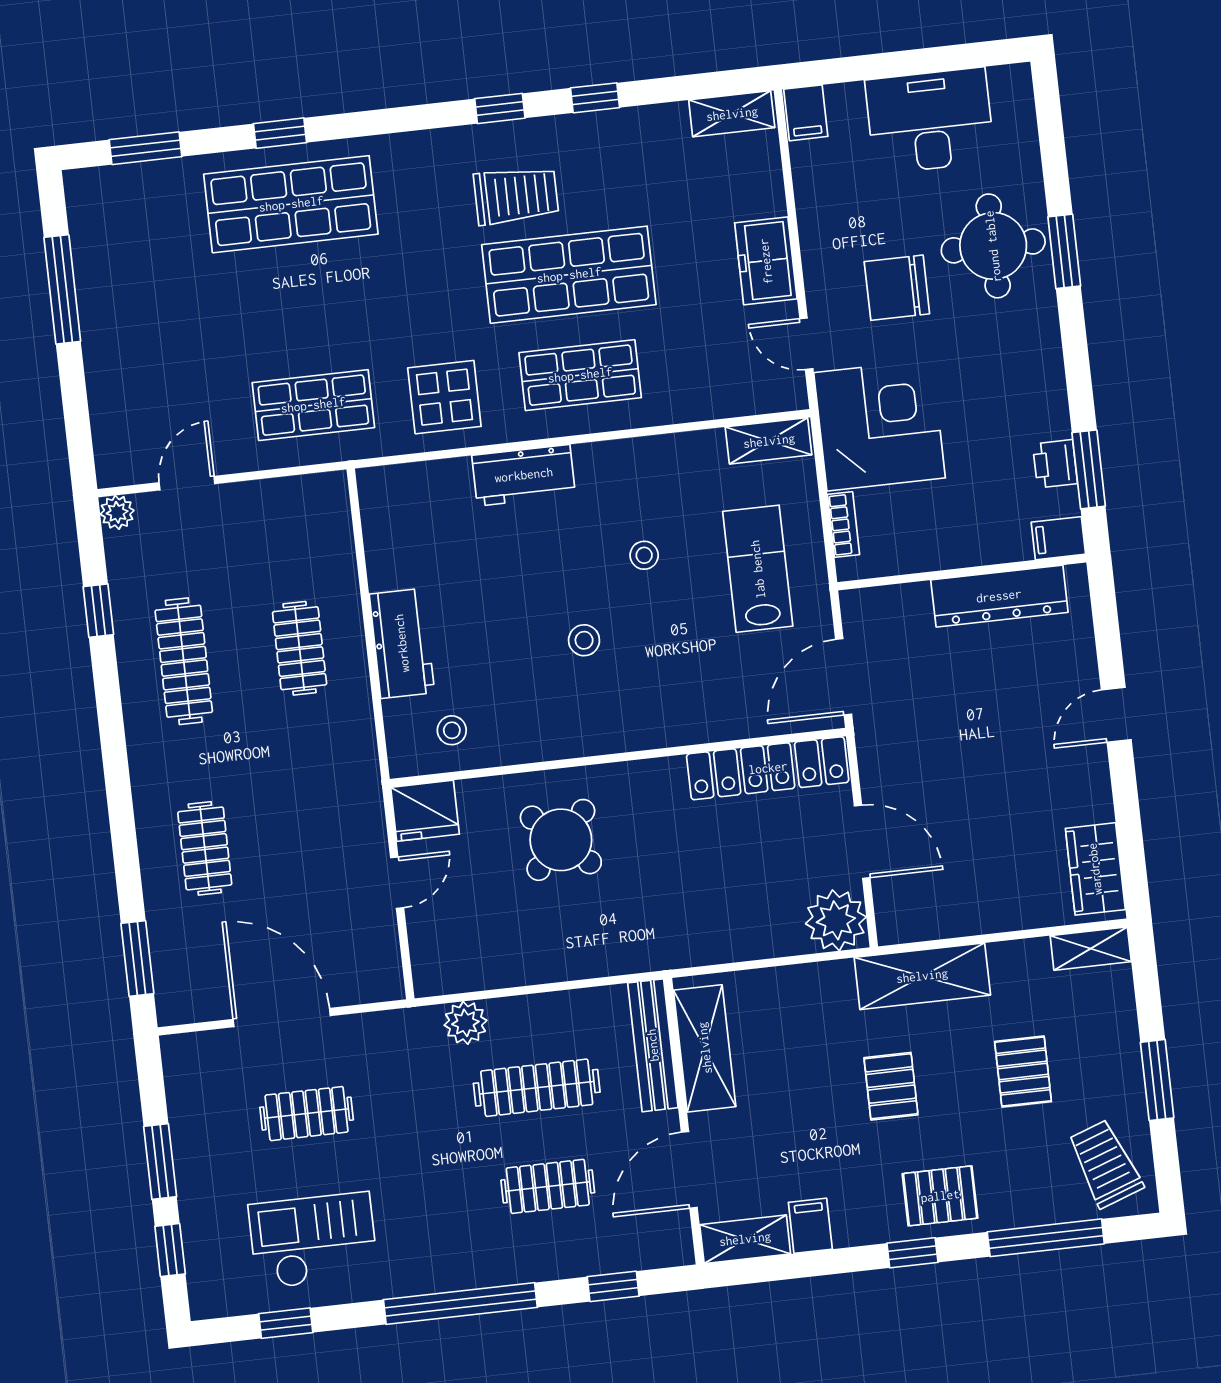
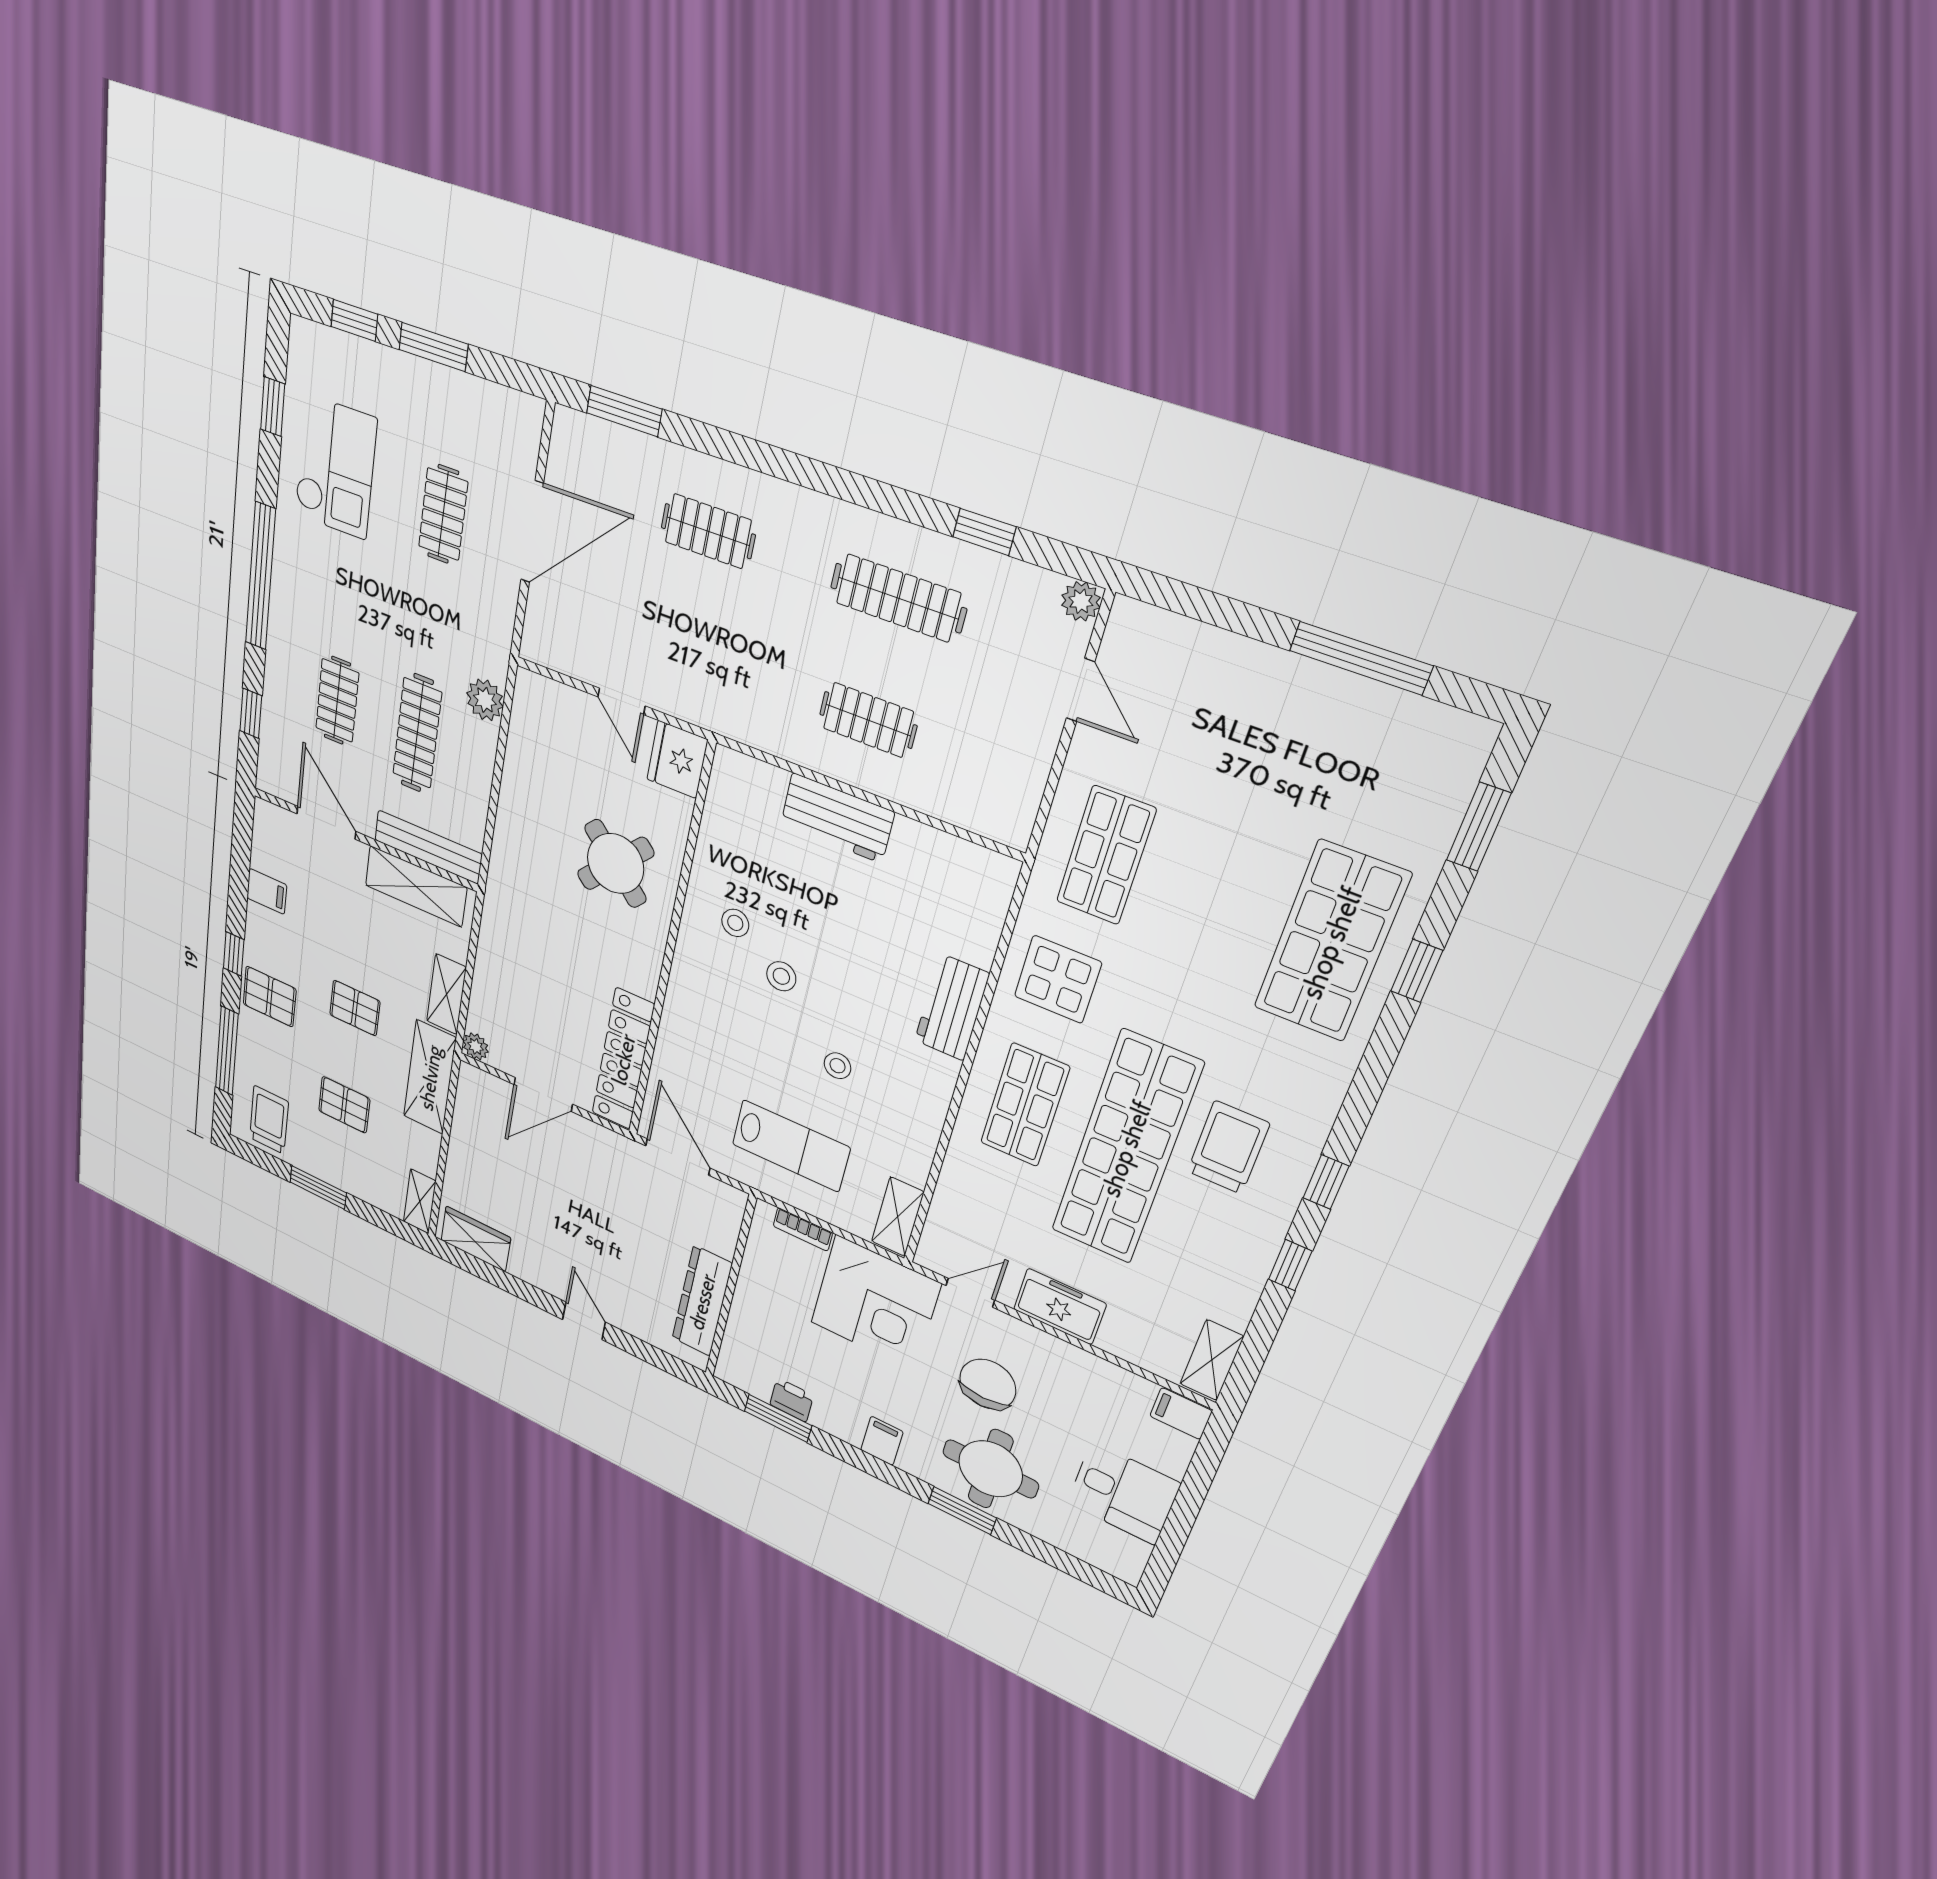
desk: (930, 121) -> (1123, 1493), width x0.73
trolley: (516, 196) -> (1228, 1148), turned 180
shop shelf: (569, 275) -> (1126, 1148), width x1.40
filing cabinet: (1058, 538) -> (882, 1441), moved
stool: (452, 730) -> (735, 923), moved
plant: (836, 920) -> (476, 1046), width x0.53, depth x0.53
trolley: (1105, 1164) -> (269, 1120), turned -70
pallet: (940, 1196) -> (270, 997), turned 90
shelving: (745, 1239) -> (446, 994), moved

